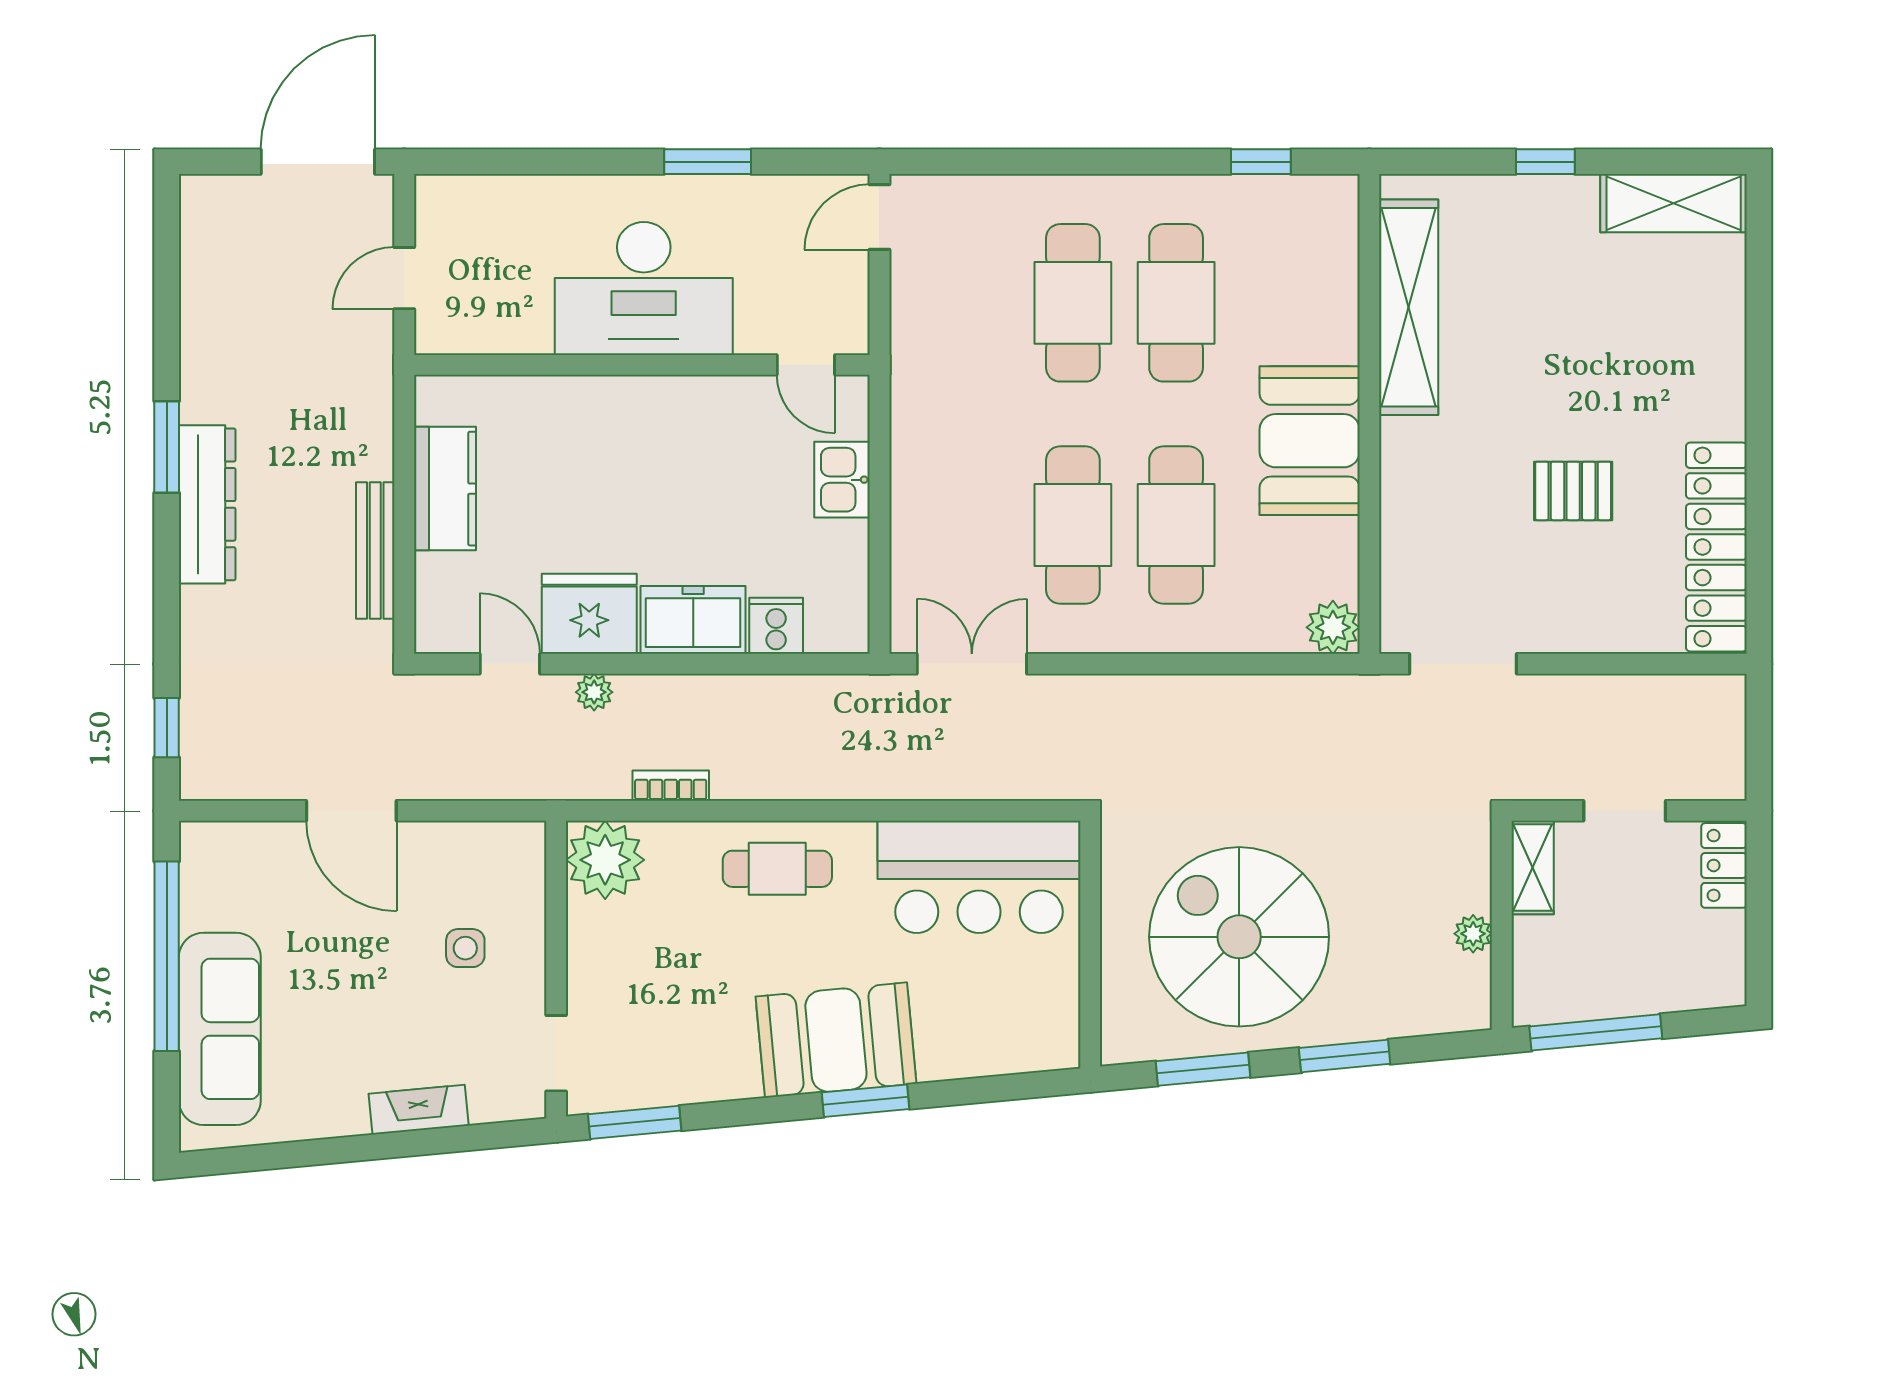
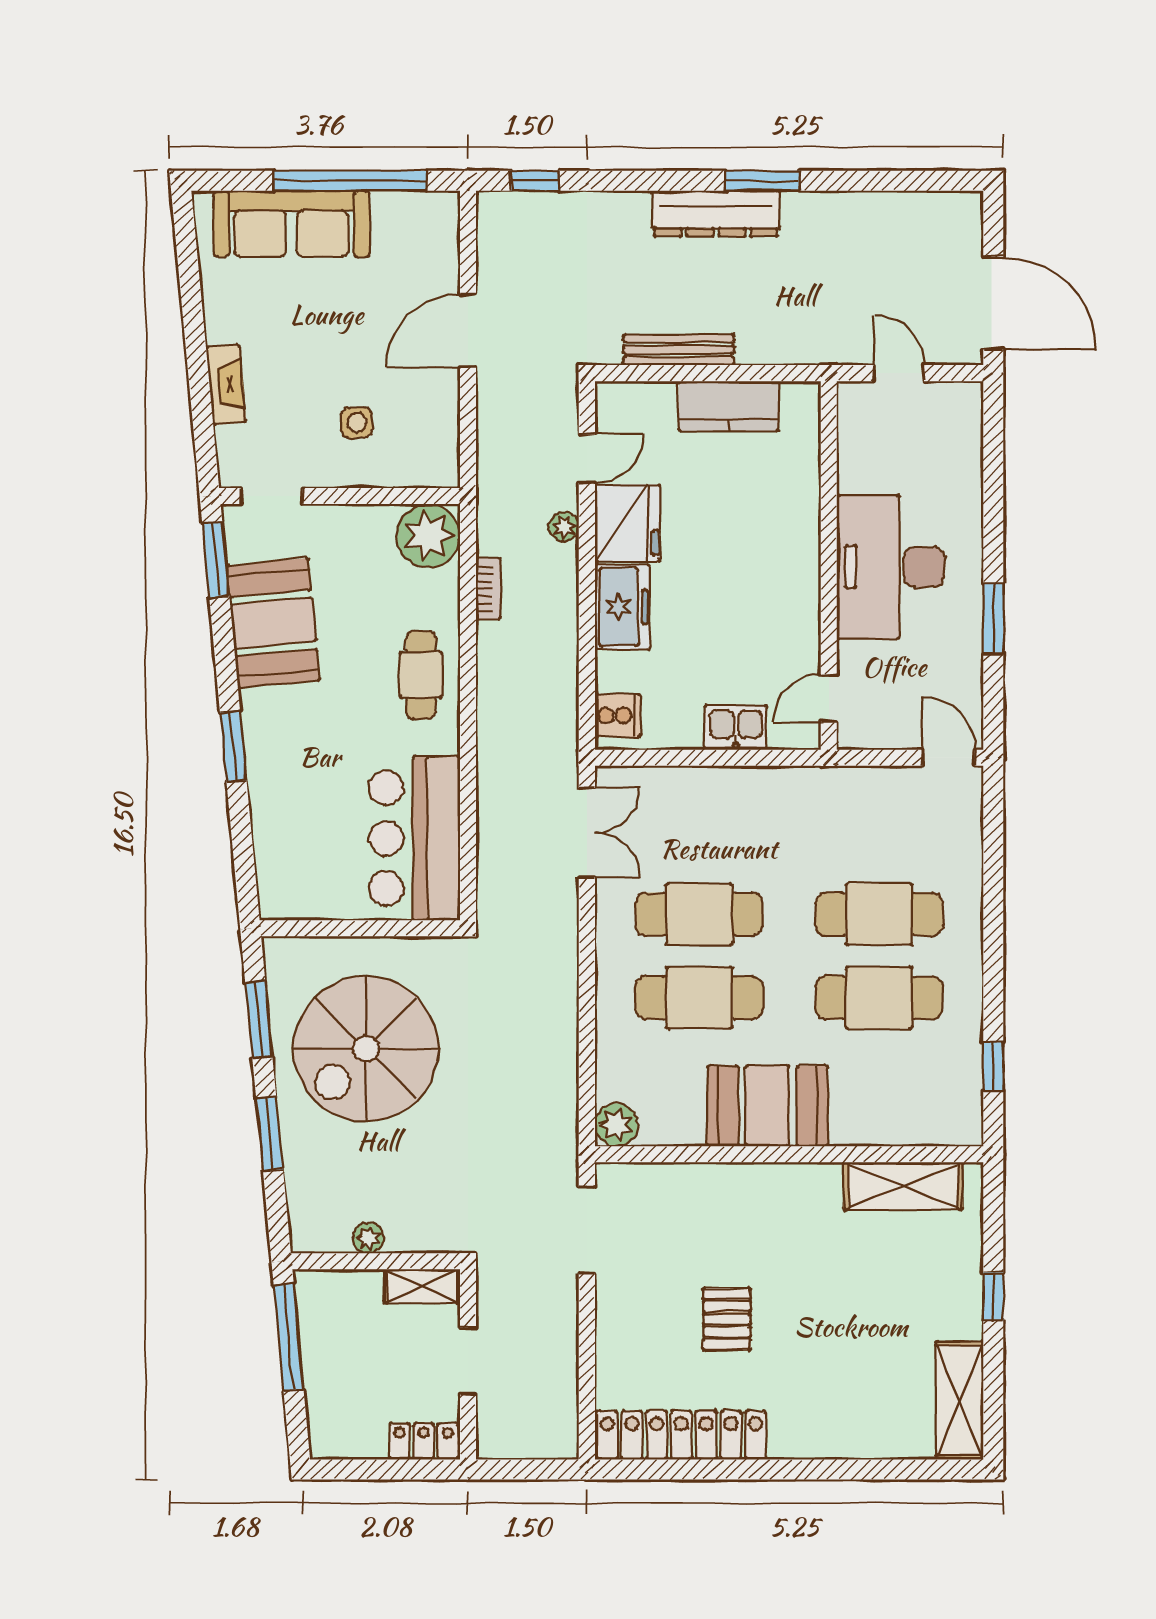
shelving: (1409, 307) -> (903, 1186), width x0.68
cooker: (776, 626) -> (618, 715), moved
spiral stairs: (1239, 937) -> (366, 1049), turned 180
booth: (836, 1040) -> (273, 623), moved

